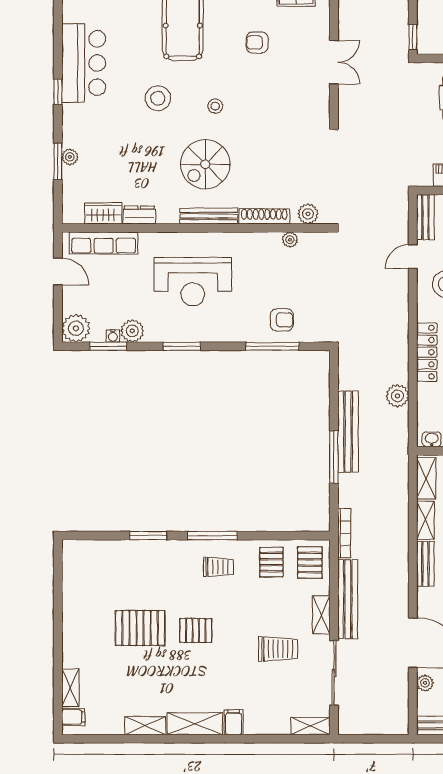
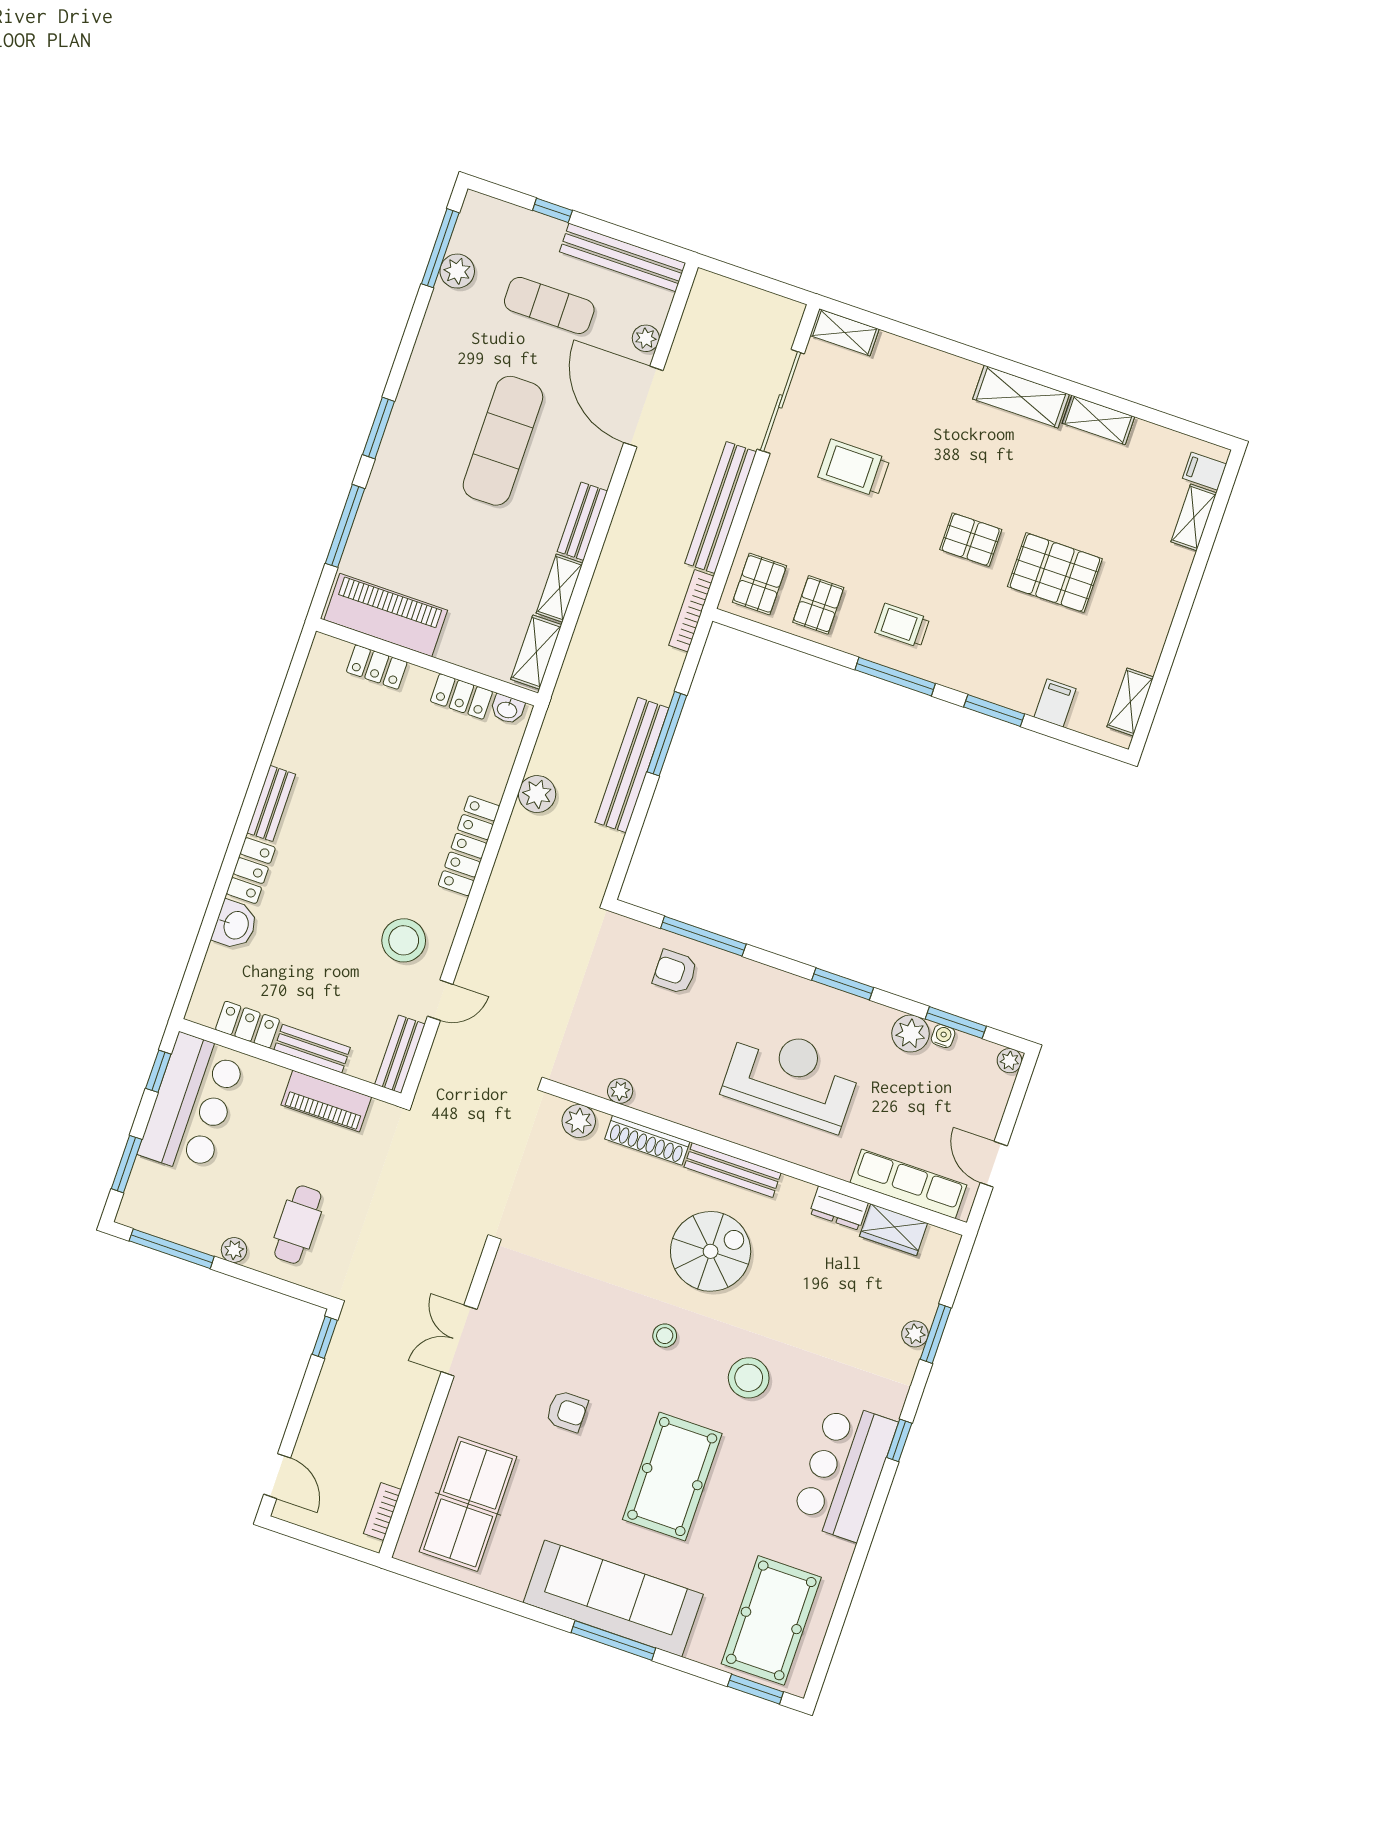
plant: (76, 328) -> (1010, 1061), width x0.53, depth x0.53
shelving: (321, 615) -> (1130, 702), moved
filing cabinet: (234, 722) -> (1055, 703), moved, turned 180

